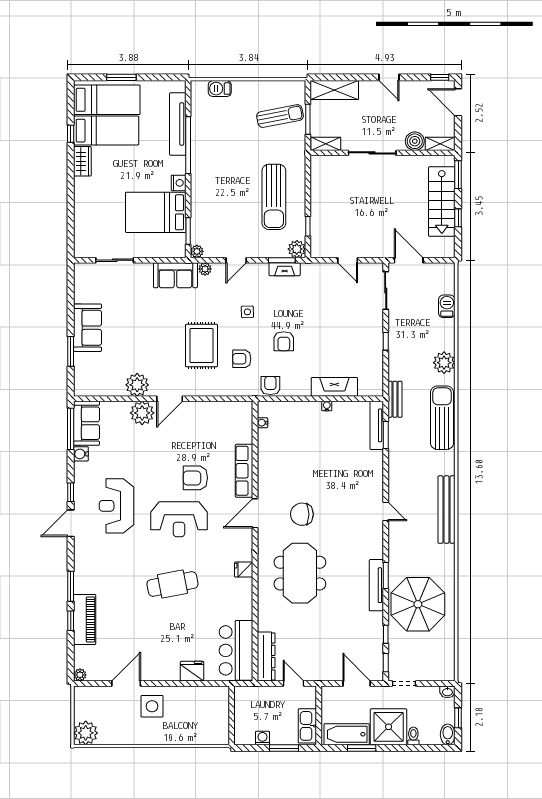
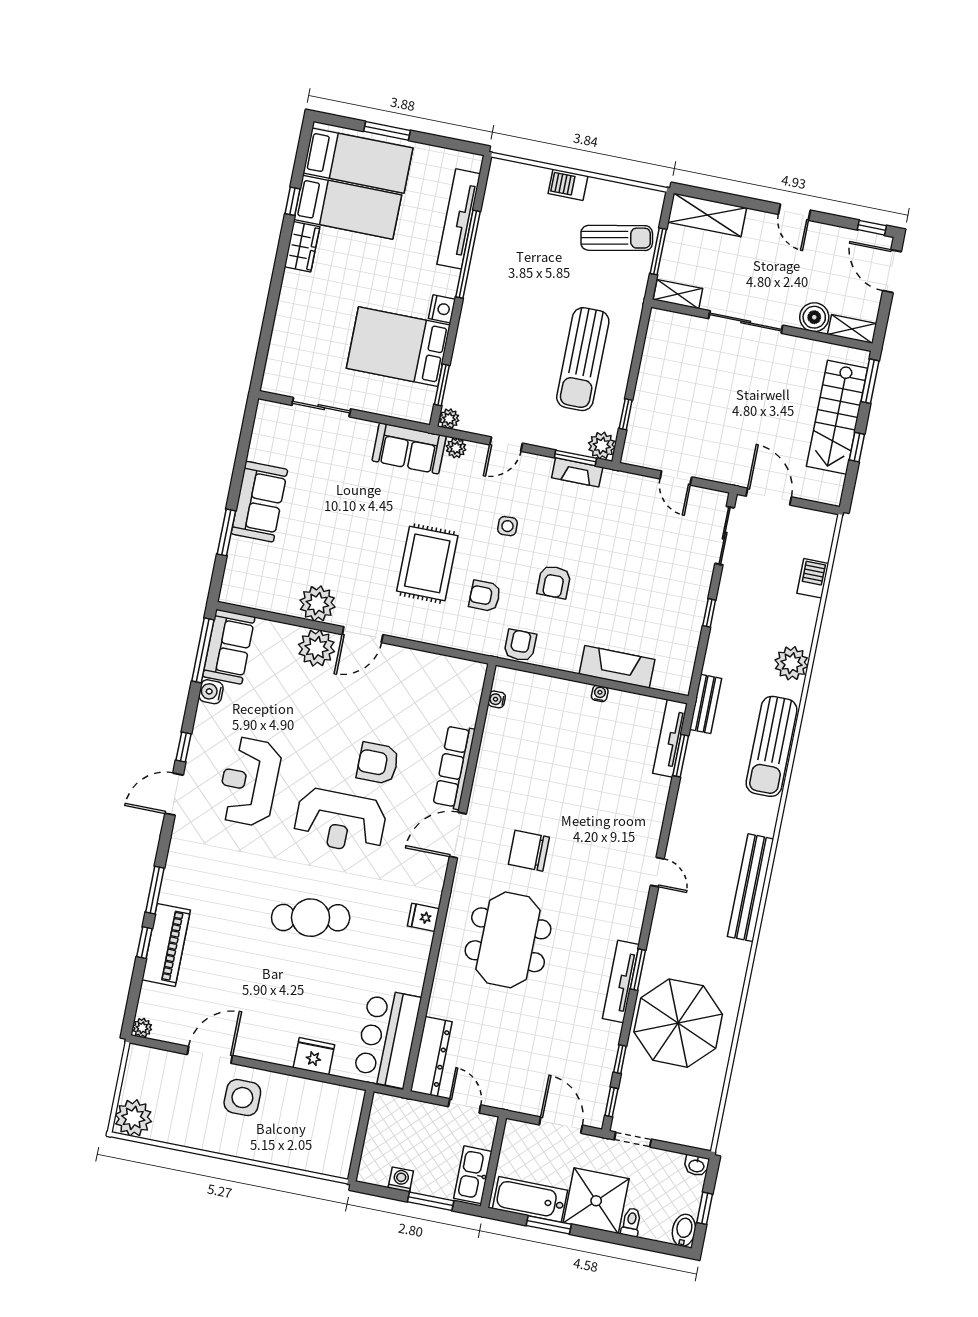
barbecue: (220, 89) -> (568, 185), moved
sun lounger: (442, 418) -> (771, 746), turned 180

